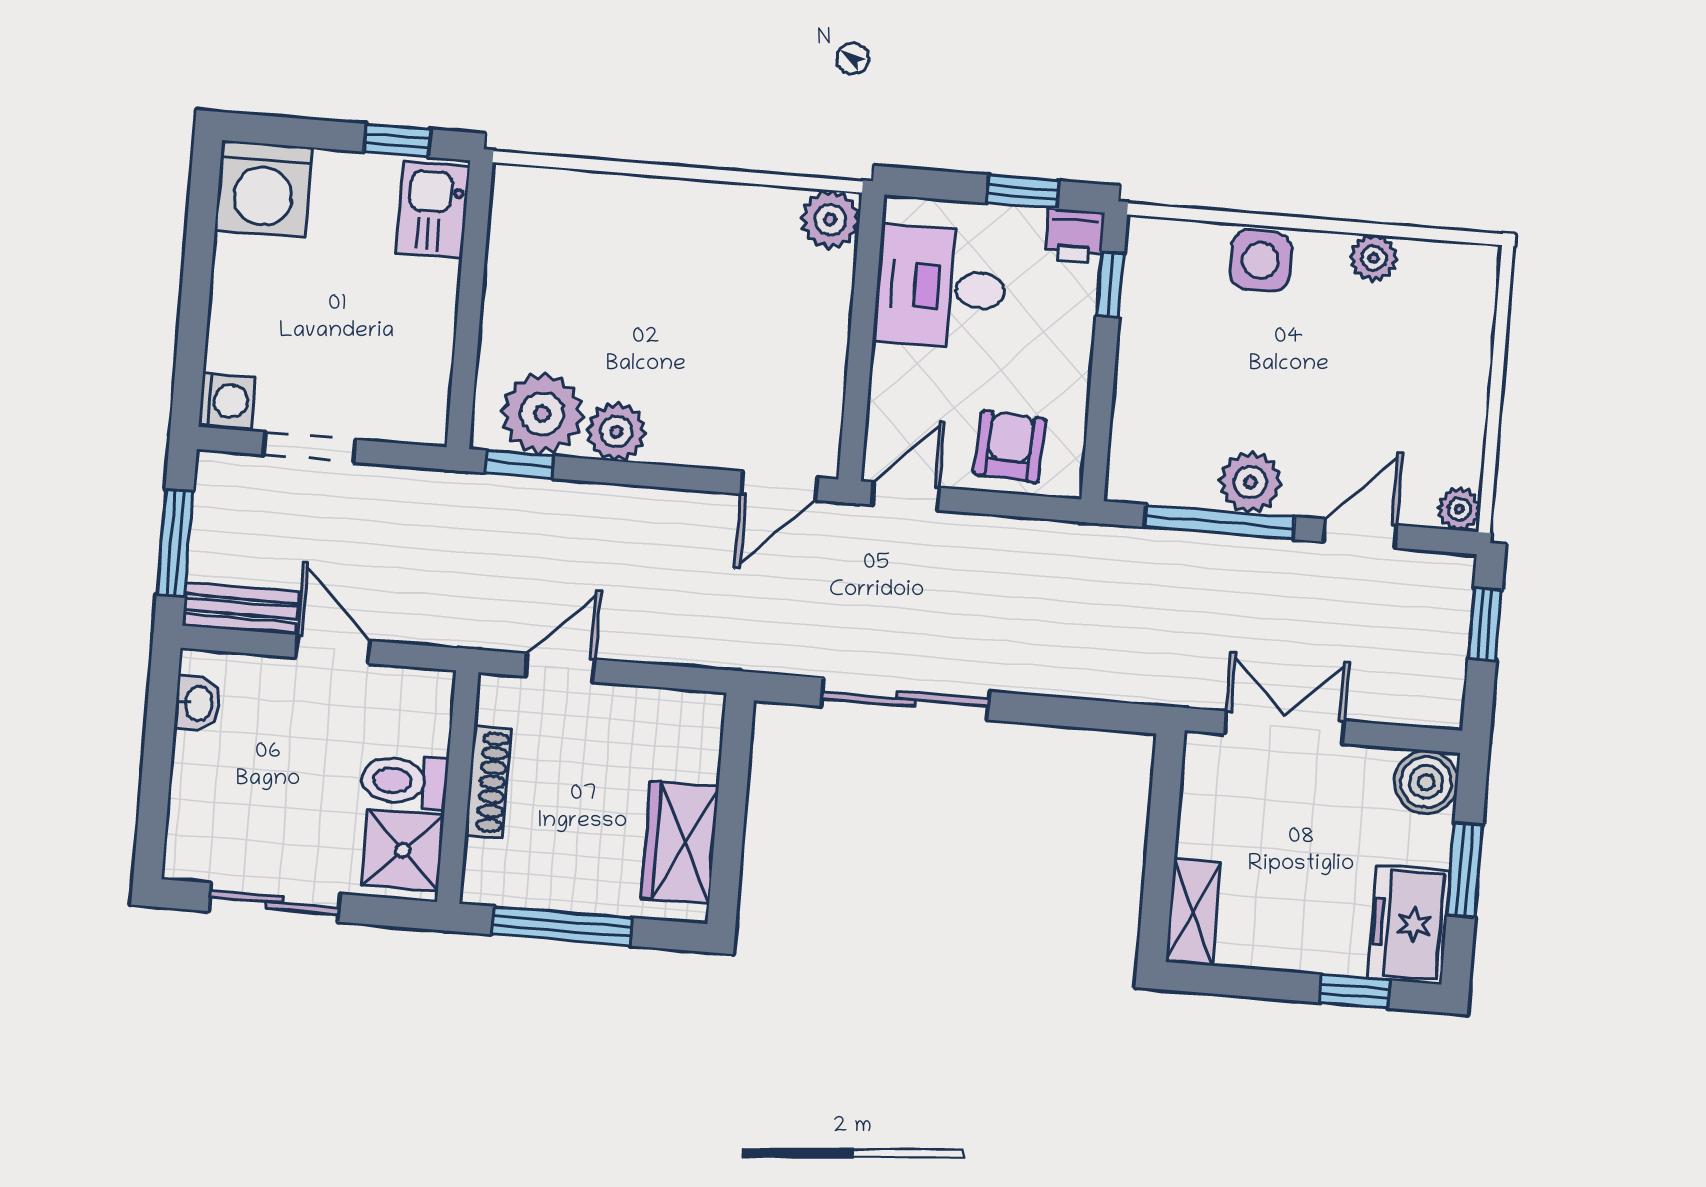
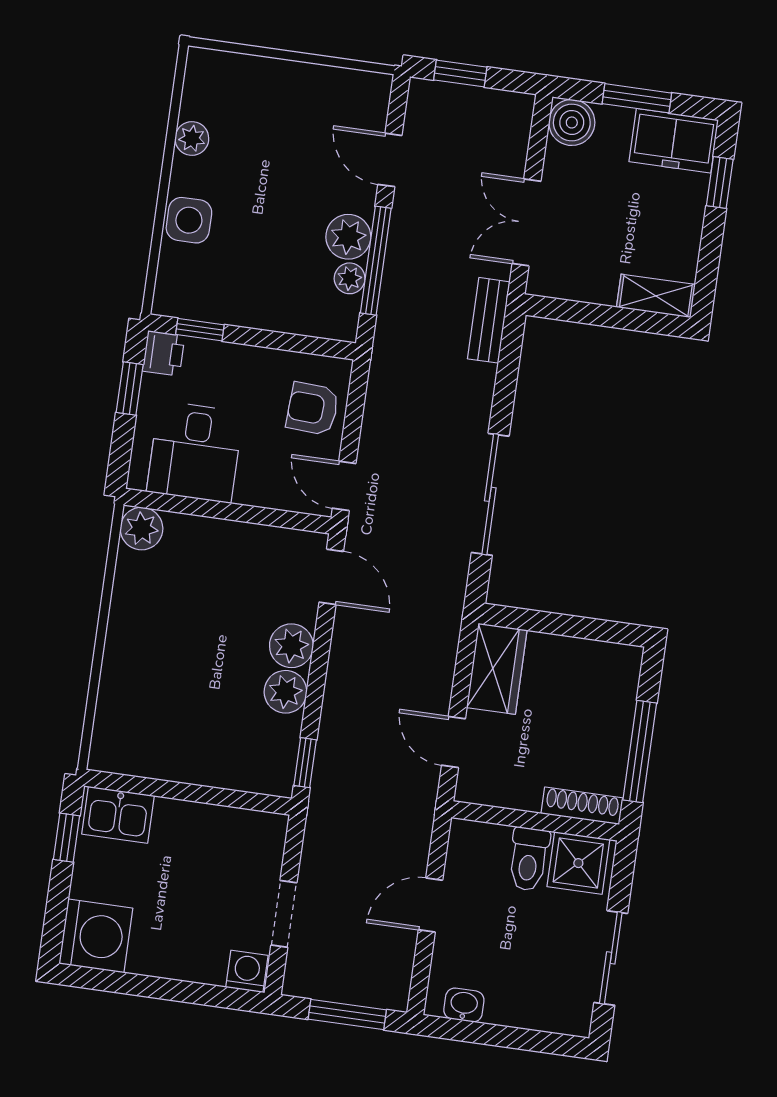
plant: (542, 414) -> (291, 646), moved, width x0.73, depth x0.73
plant: (1459, 509) -> (350, 278), moved
bench: (241, 609) -> (489, 320), moved
shoe rack: (488, 782) -> (582, 806), moved
wardrobe: (680, 843) -> (497, 669), moved, turned -90

